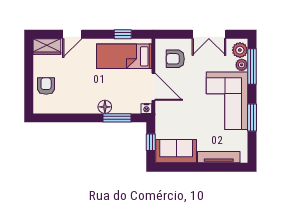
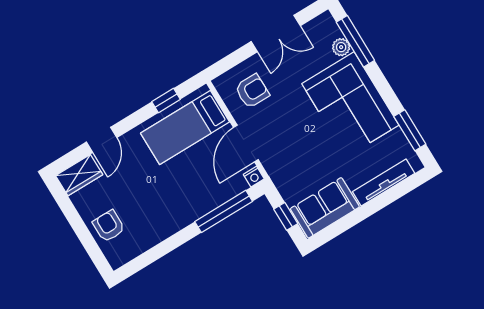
plant: (240, 50) -> (327, 30), removed
armchair: (175, 59) -> (252, 91), turned 180
door: (153, 87) -> (246, 144), swing flipped
floor lamp: (105, 107) -> (200, 207), removed
window: (252, 117) -> (410, 130), moved
window: (117, 118) -> (224, 211), width x1.44

